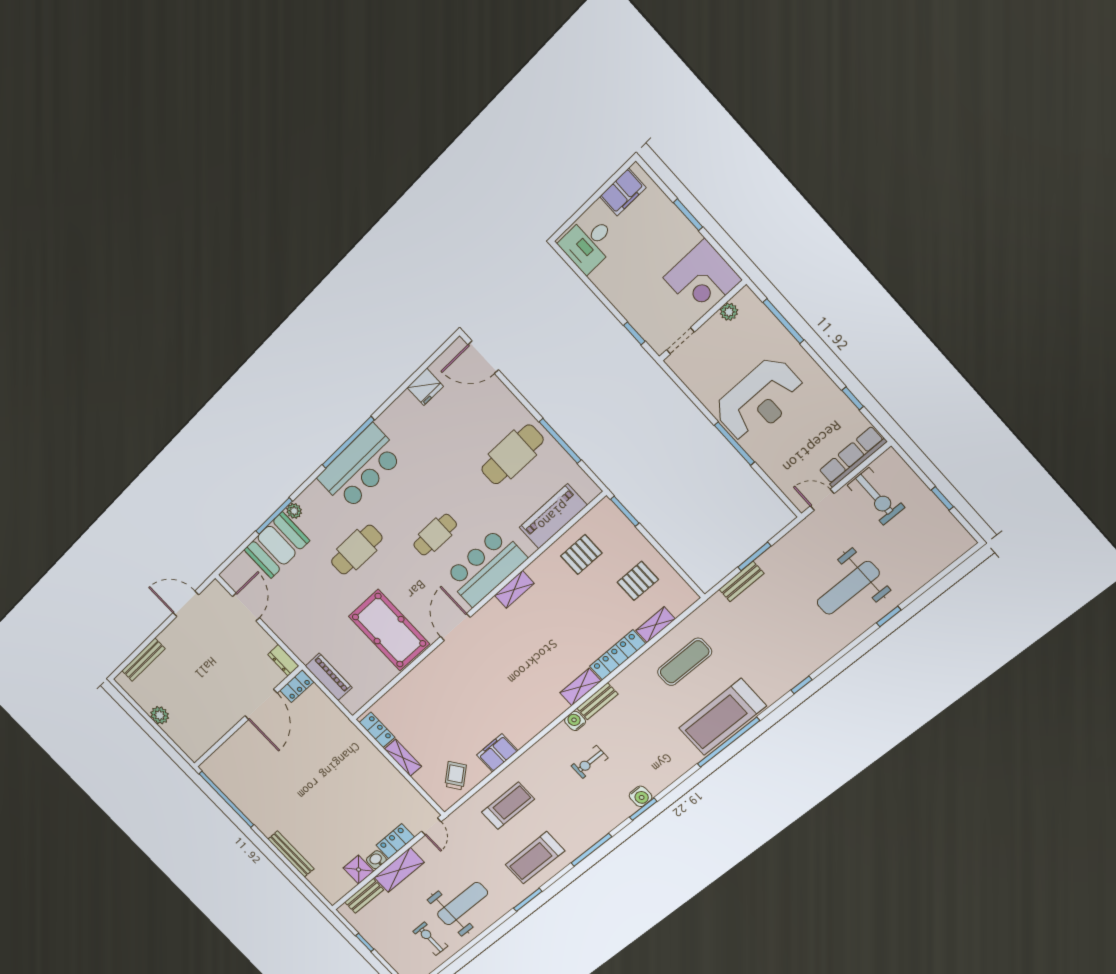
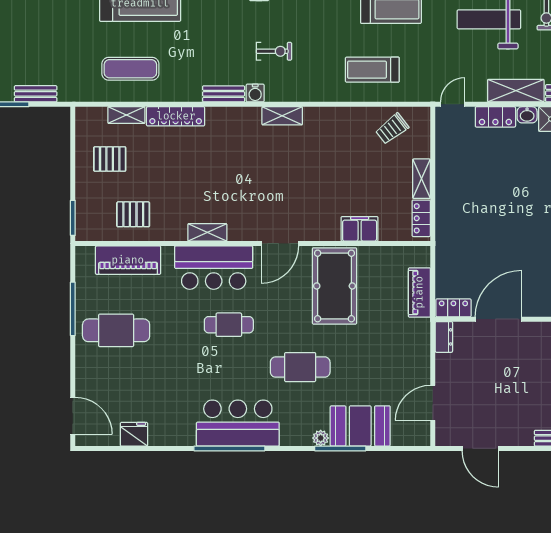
shelving: (580, 687) -> (282, 116), moved
filing cabinet: (497, 753) -> (360, 229), moved, turned 180

